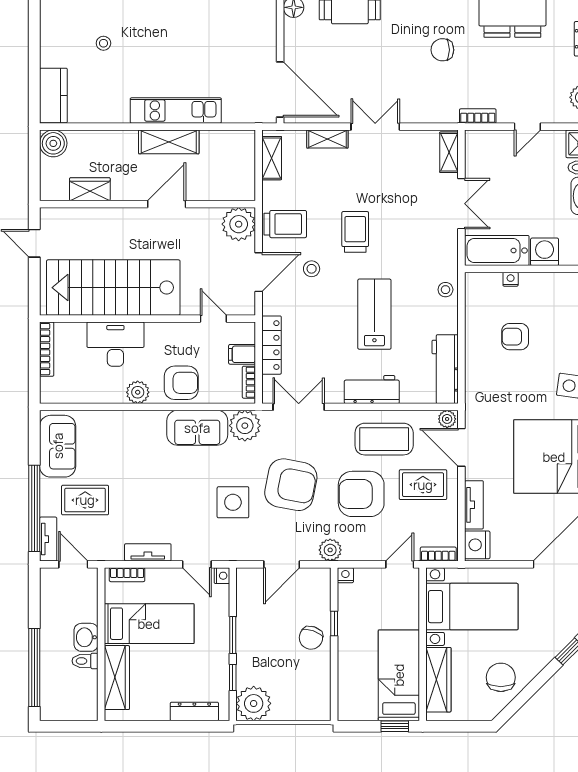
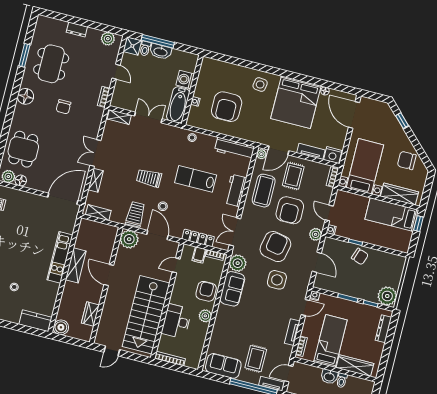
armchair: (515, 337) -> (227, 107), width x1.88, depth x1.88
door: (400, 564) -> (329, 213), moved

